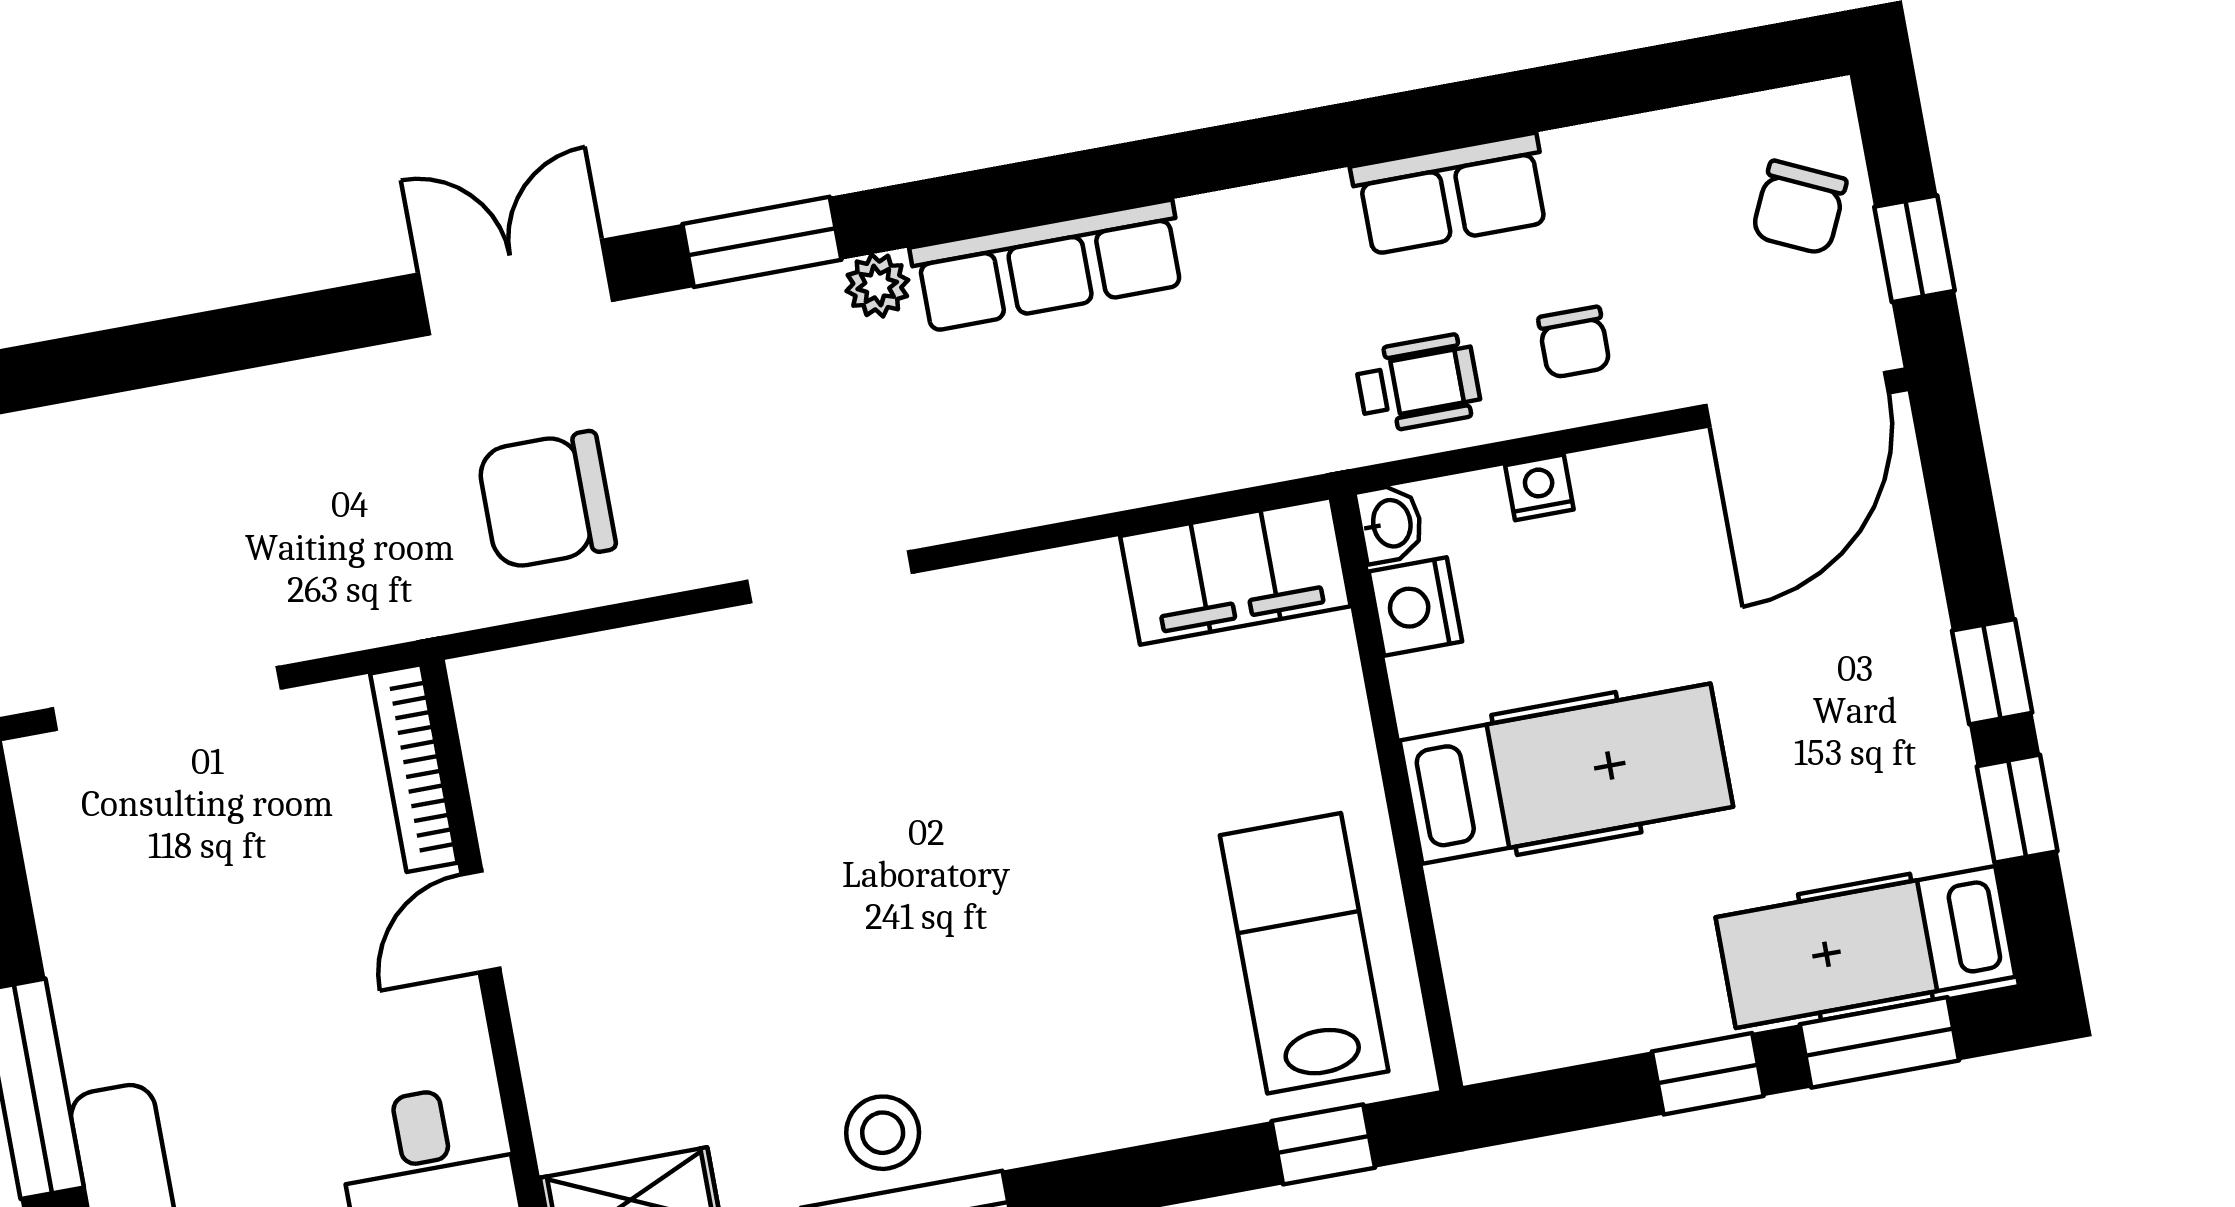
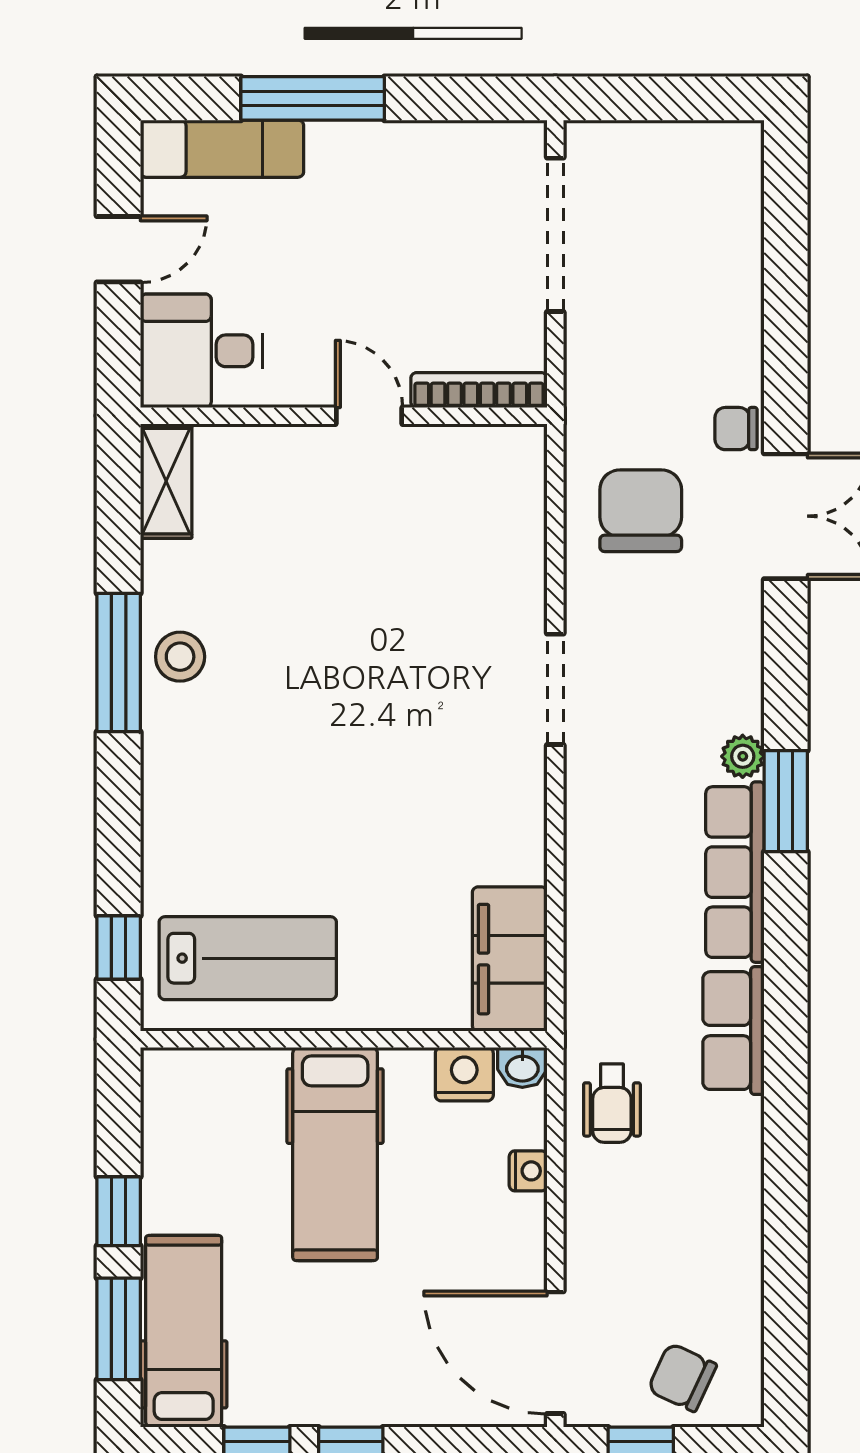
row of seats: (1451, 194) -> (733, 1031), moved
window: (762, 242) -> (786, 801), moved
chair: (1574, 342) -> (736, 429), moved

